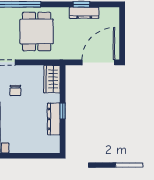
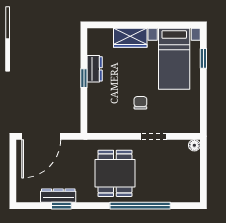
wardrobe: (52, 79) -> (130, 38), moved, turned 90
dresser: (54, 119) -> (95, 69), width x0.70

